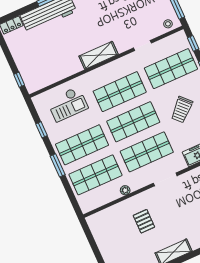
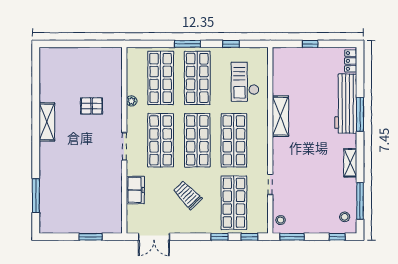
shelving: (99, 55) -> (280, 116), moved
window: (19, 80) -> (310, 44), moved

